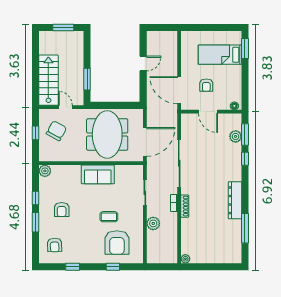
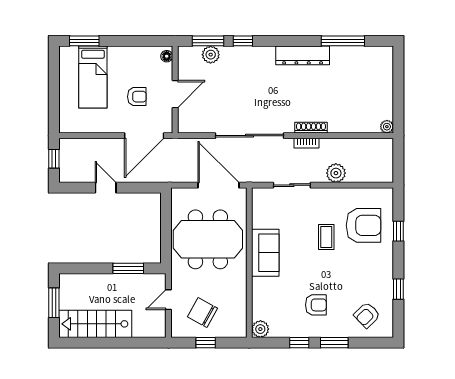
window: (163, 28) -> (54, 159), added
stairs: (48, 80) -> (95, 324), moved
armchair: (55, 245) -> (367, 315), turned 137

